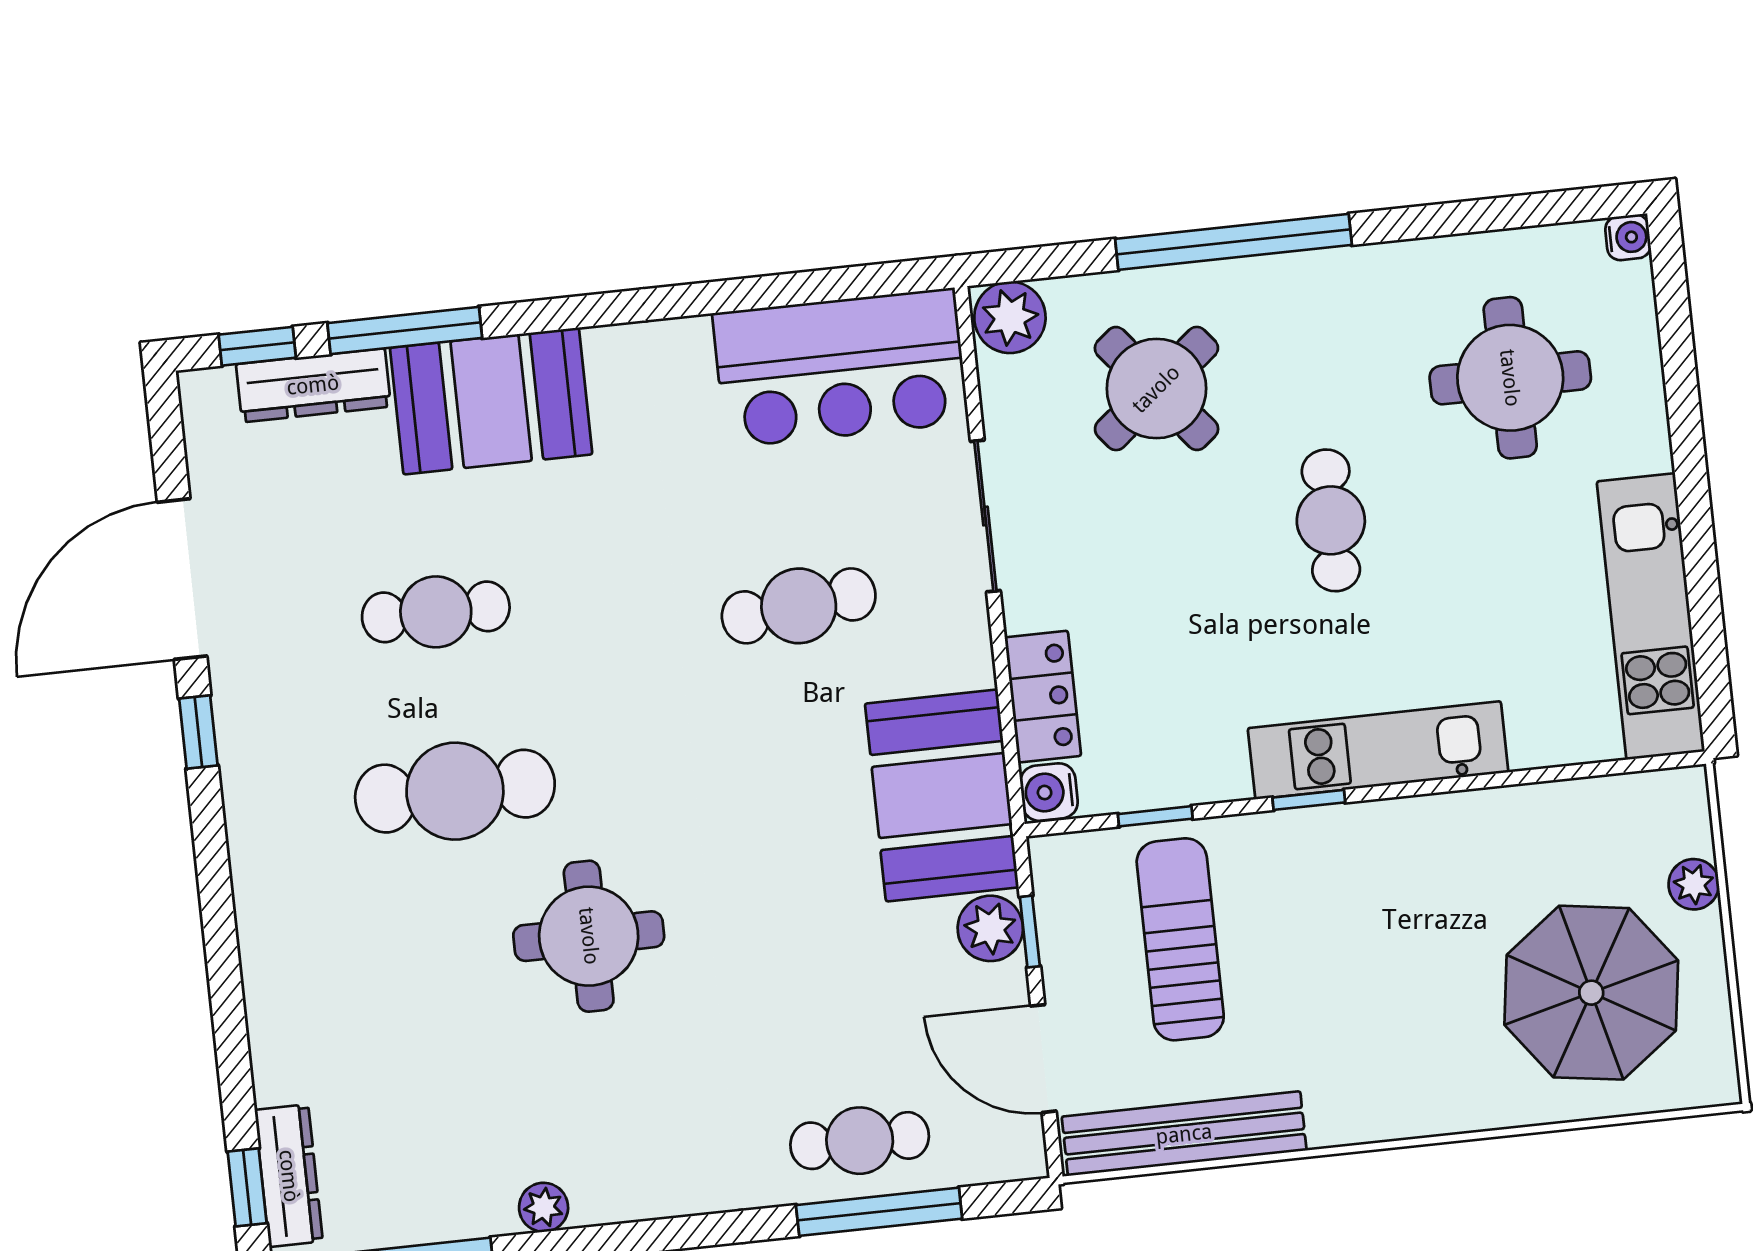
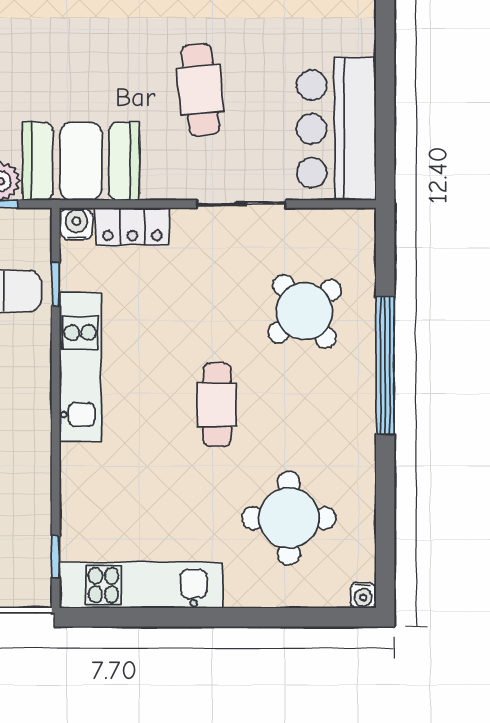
plant: (1010, 317) -> (355, 231), removed
cafe table: (1331, 520) -> (217, 405), turned 90
kitchen unit: (1378, 750) -> (80, 367), moved
window: (1309, 800) -> (56, 557), moved

